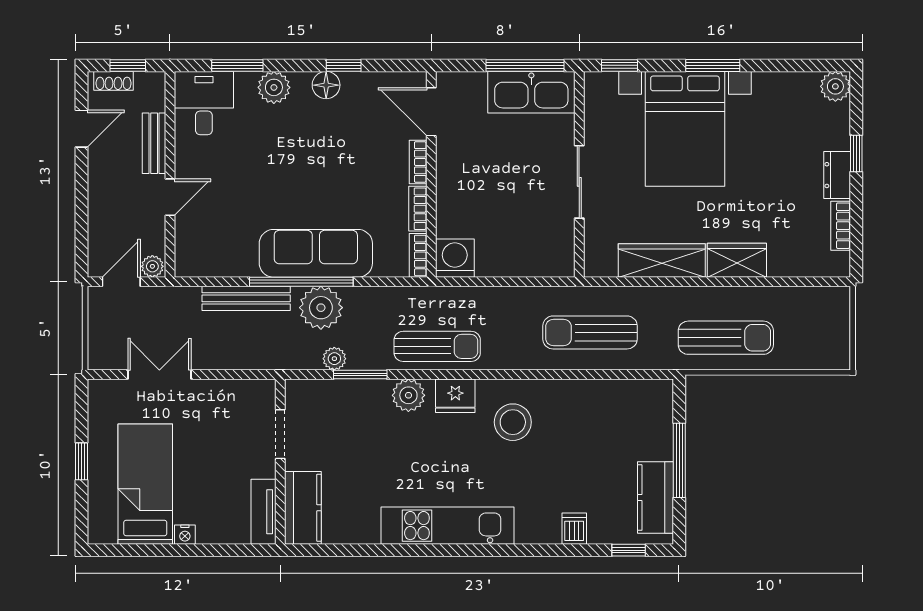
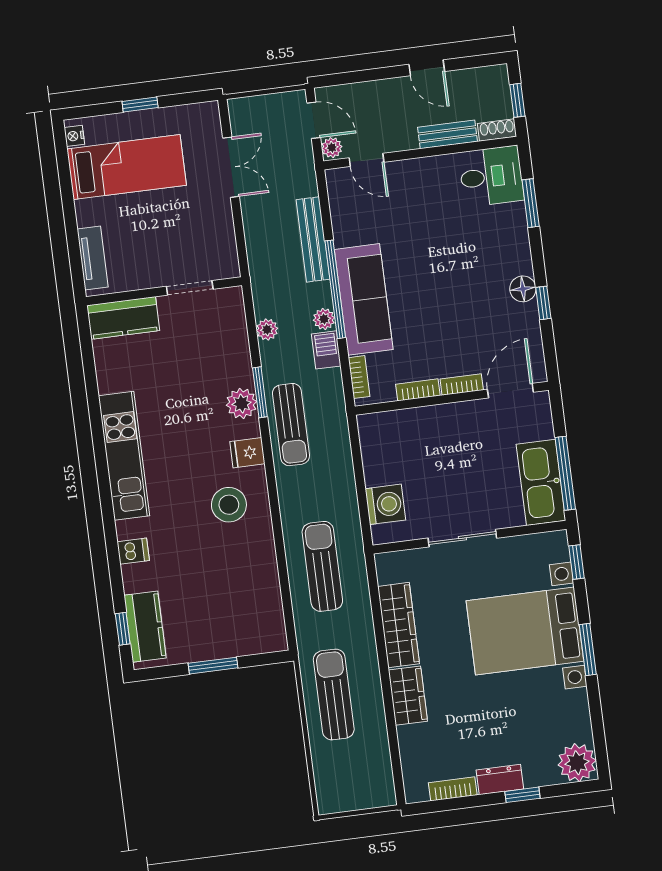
shoe rack: (114, 81) -> (497, 130), moved, turned 90
plant: (835, 86) -> (577, 763), width x1.36, depth x1.36
plant: (274, 87) -> (514, 240), removed
door: (82, 129) -> (427, 68), moved
door: (170, 197) -> (367, 160), moved
bookcase: (418, 255) -> (359, 377), moved, turned 90
washing machine: (455, 258) -> (385, 504), moved
barbecue: (364, 299) -> (326, 350), added
plant: (321, 308) -> (324, 319), width x0.53, depth x0.53
sun lounger: (726, 338) -> (334, 694), turned 180
window: (360, 375) -> (260, 392), moved
fridge: (455, 396) -> (247, 453), width x0.72
window: (679, 460) -> (213, 666), width x0.69
kitchen counter: (656, 498) -> (145, 627), moved, turned 90
tv unit: (264, 512) -> (93, 258), moved, turned 90
dishwasher: (574, 529) -> (133, 551), moved
nightstand: (185, 535) -> (74, 136), moved

